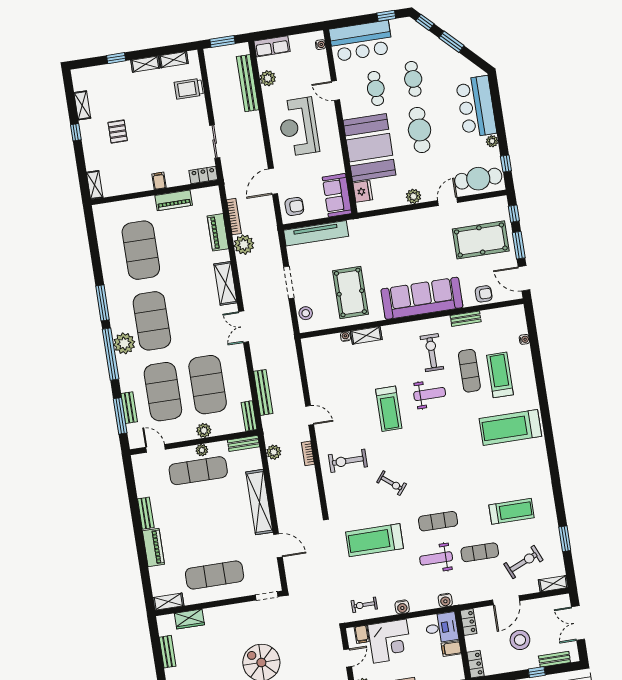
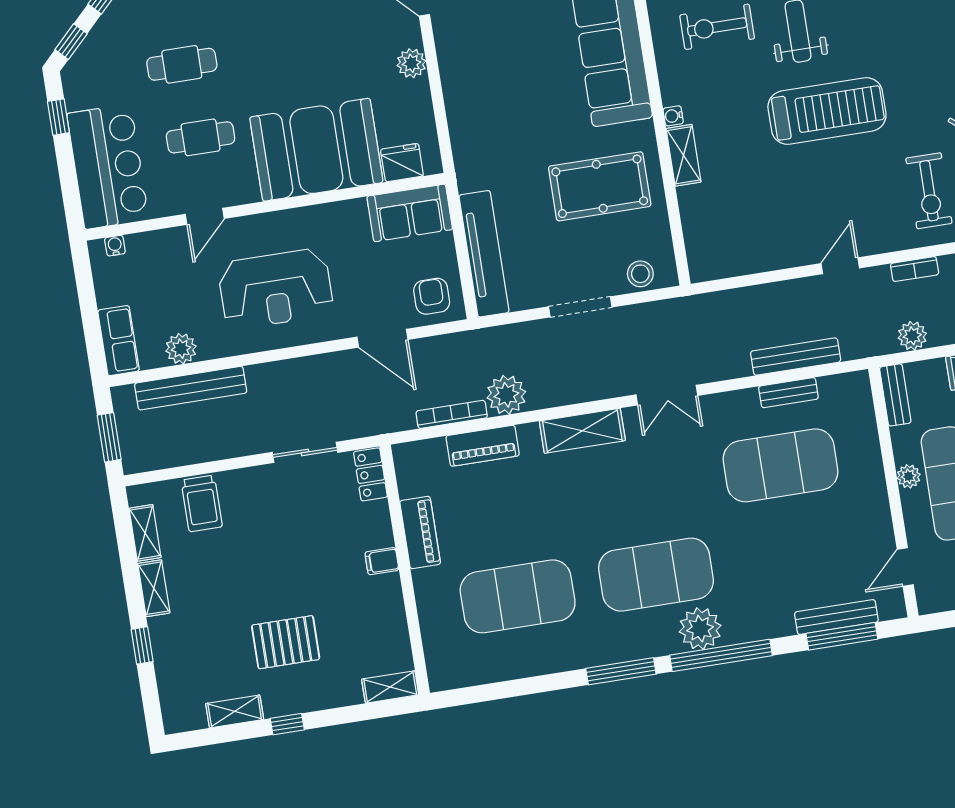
cafe table: (420, 130) -> (282, 52), removed
pallet: (118, 132) -> (286, 642), width x1.50, depth x1.42
water cooler: (345, 337) -> (673, 116), moved
exercise mat: (163, 392) -> (794, 553), removed
bench: (129, 408) -> (836, 617), width x1.36
treadmill: (389, 409) -> (827, 111), width x1.37, depth x1.38
bench: (249, 416) -> (788, 393), moved
plant: (204, 430) -> (870, 473), removed

